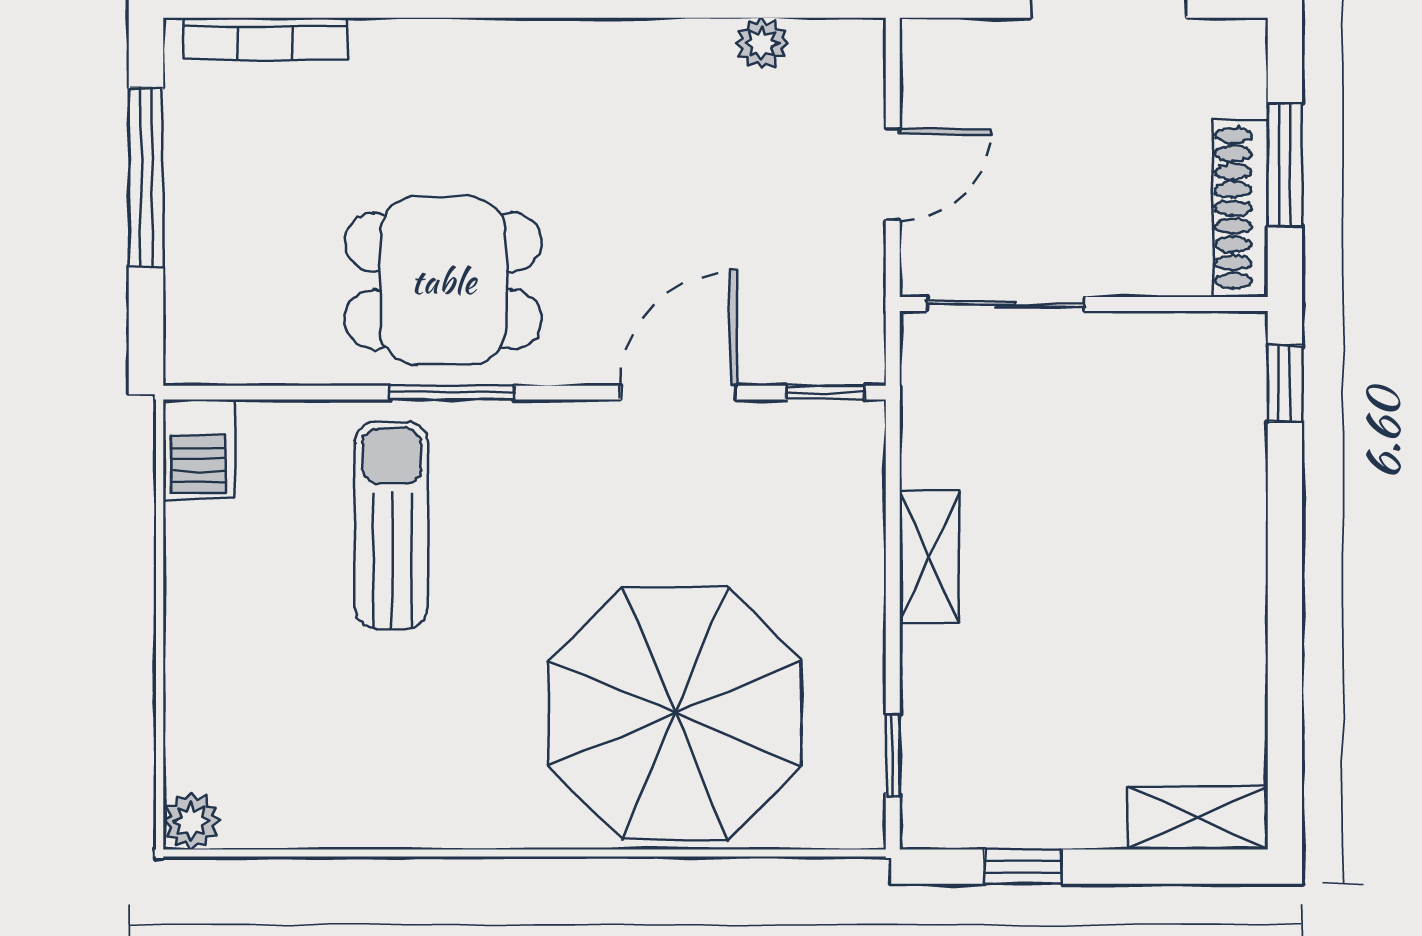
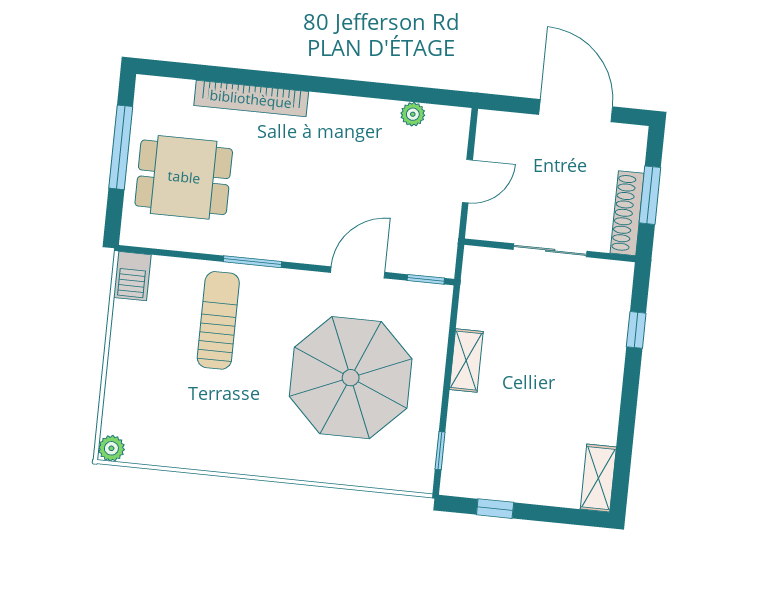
bookcase: (266, 38) -> (251, 99), moved, width x1.48, depth x1.31
dining table: (443, 281) -> (184, 177), moved
sliding door: (1006, 304) -> (550, 250), moved
window: (1285, 384) -> (636, 330), moved
parasol: (675, 713) -> (351, 378), moved
shelving: (1198, 818) -> (598, 478), moved, turned 90

